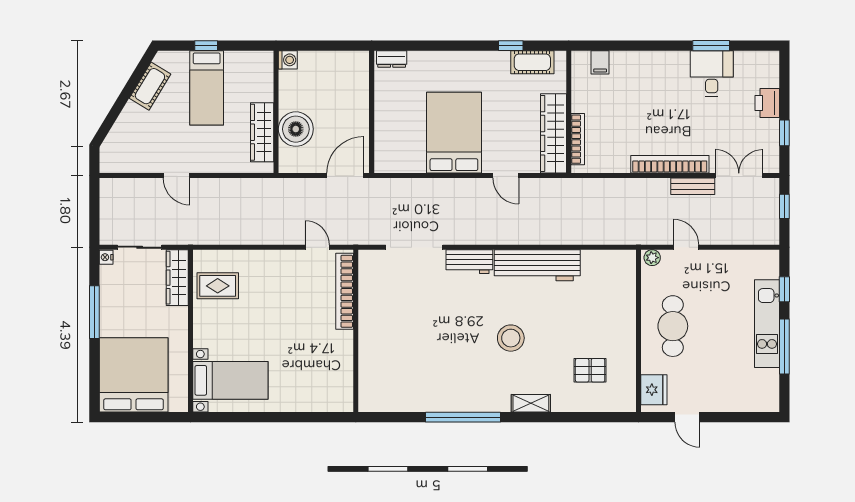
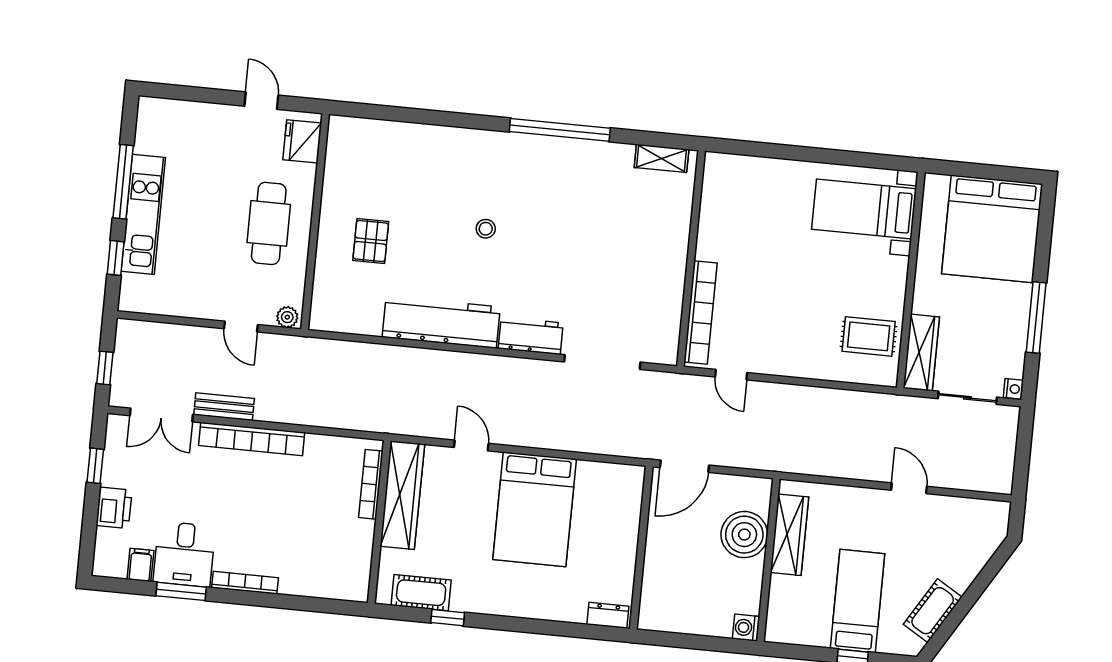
bookcase: (664, 57) -> (245, 583), added
filing cabinet: (600, 62) -> (140, 565), moved
stool: (511, 338) -> (486, 229), width x0.53, depth x0.53
pallet: (590, 370) -> (371, 241), moved, turned 90
shelving: (531, 403) -> (662, 158), moved

